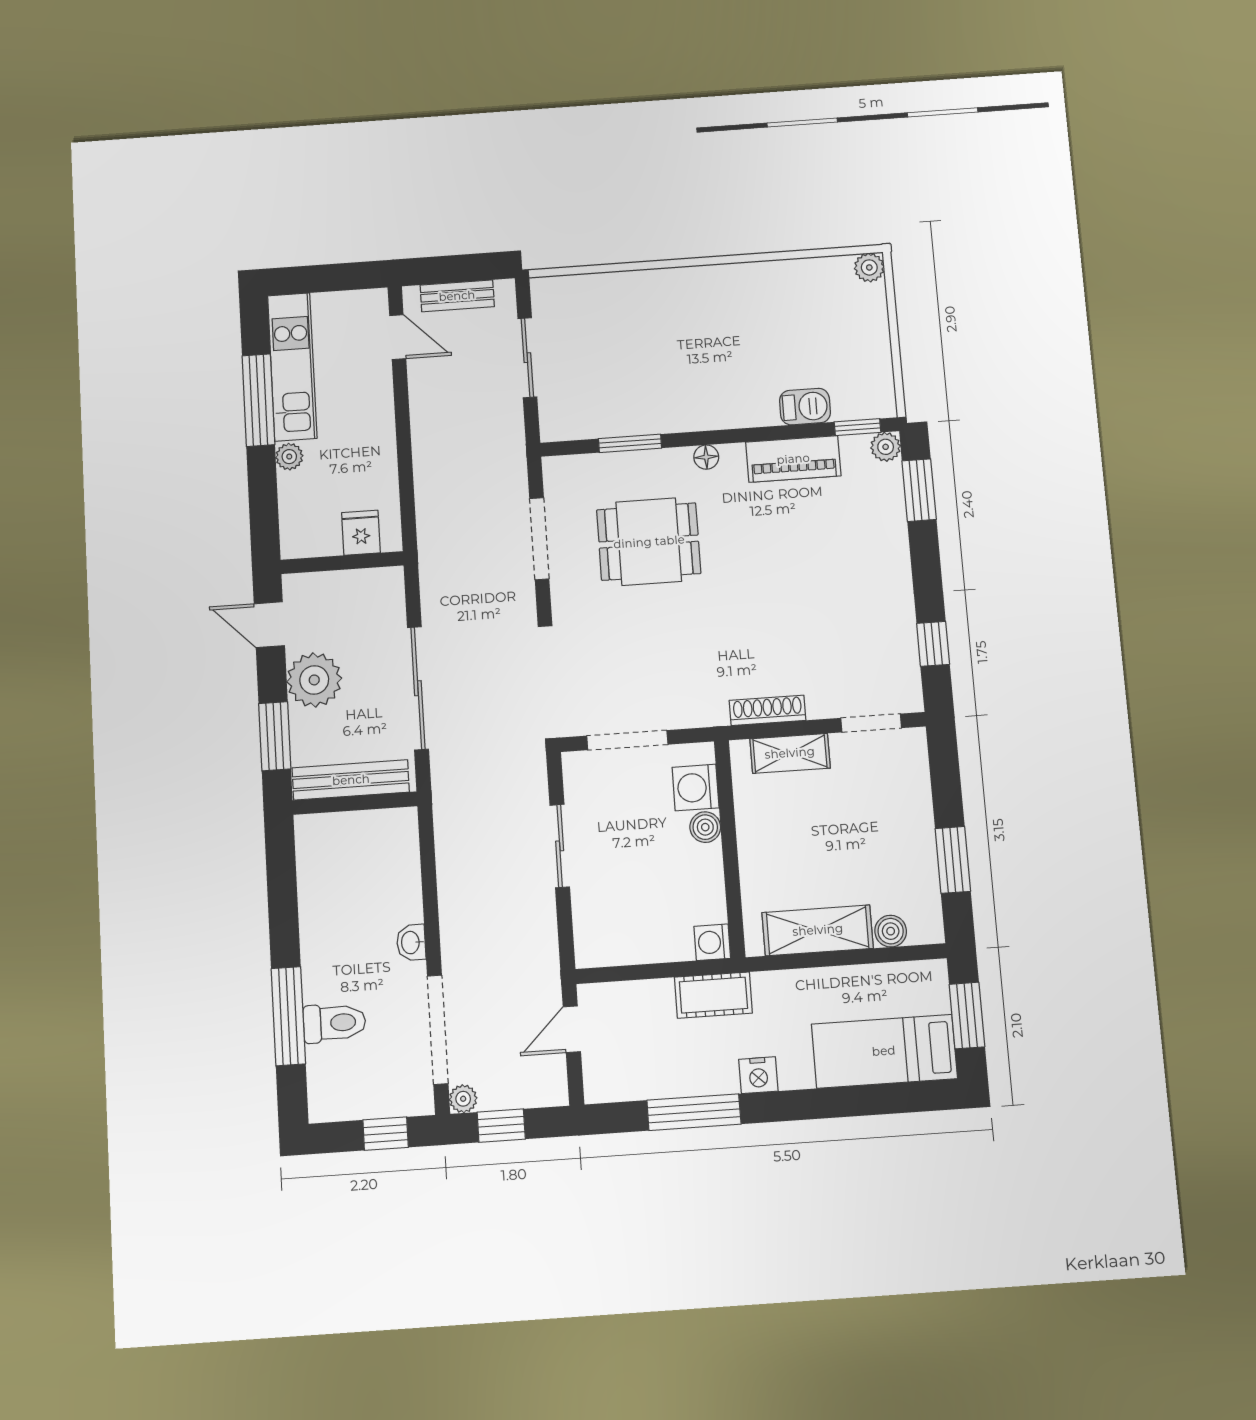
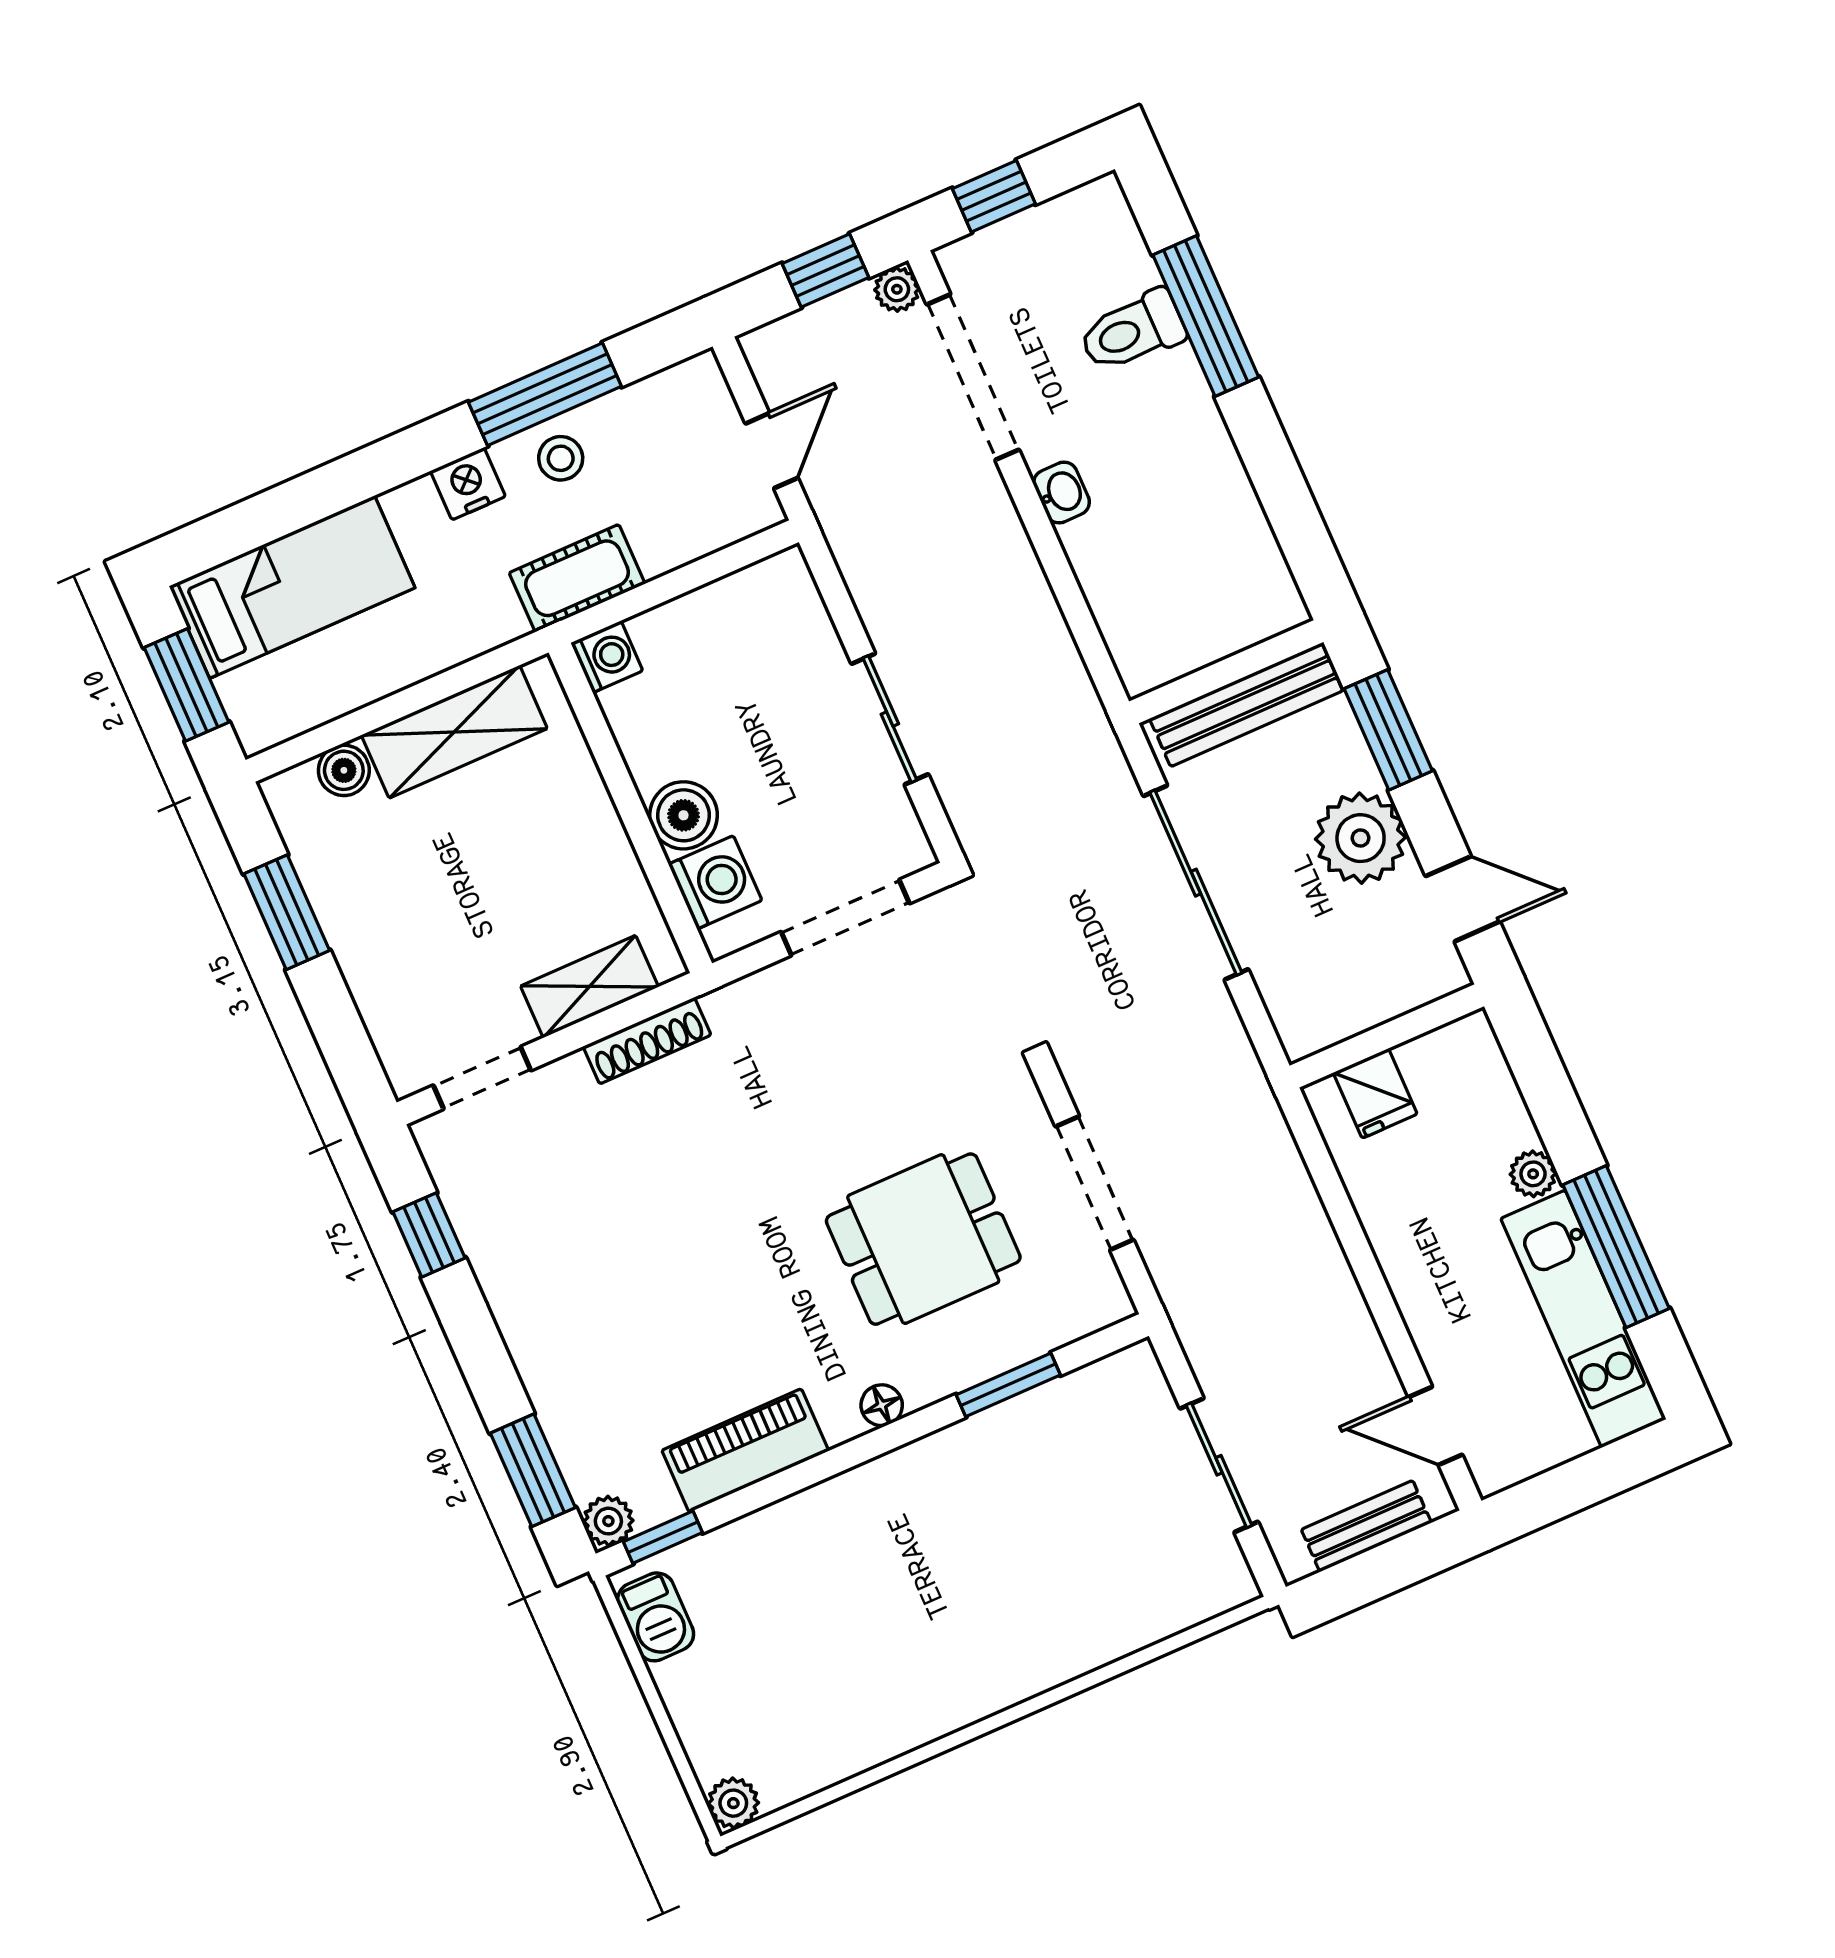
barbecue: (805, 407) -> (656, 1617), moved, turned -90
boiler: (705, 827) -> (684, 815), width x1.36, depth x1.36
stool: (698, 1070) -> (561, 458), added

